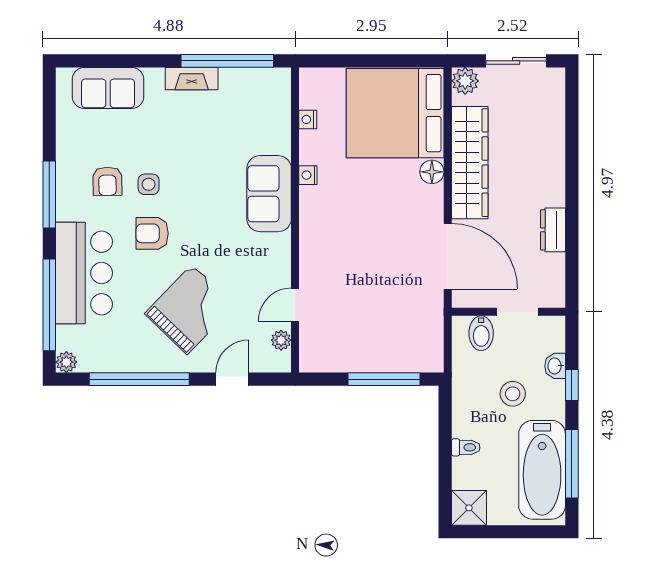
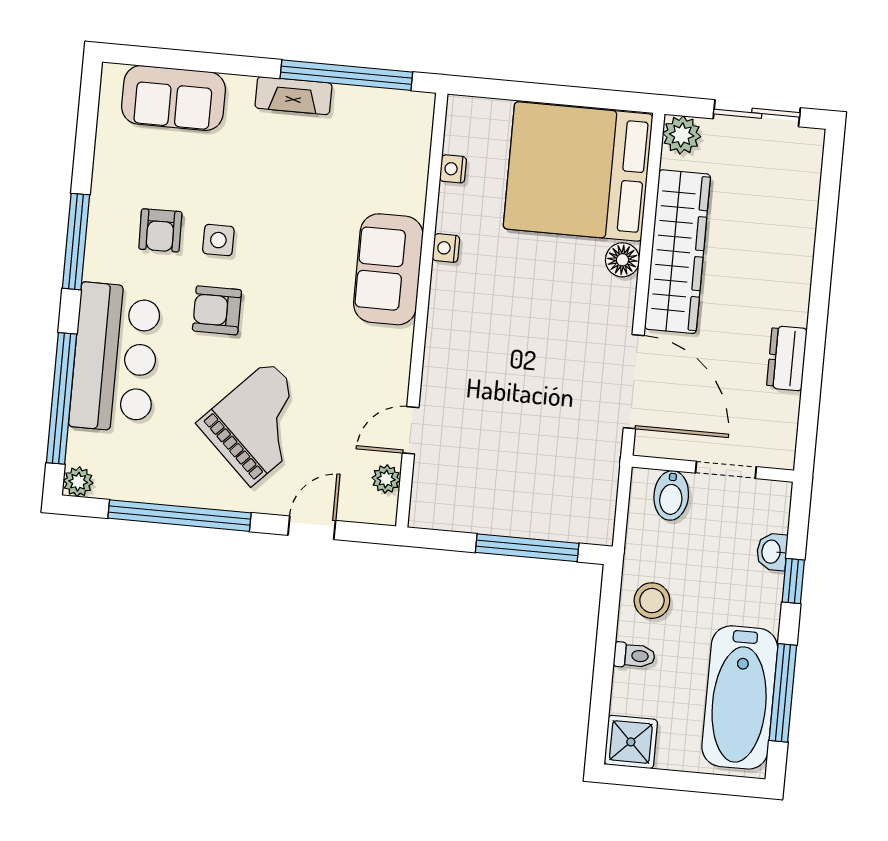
stool: (513, 394) -> (652, 601), moved

